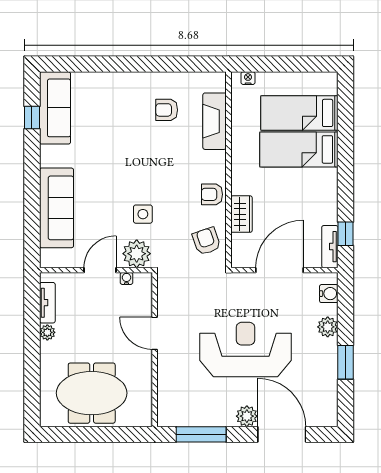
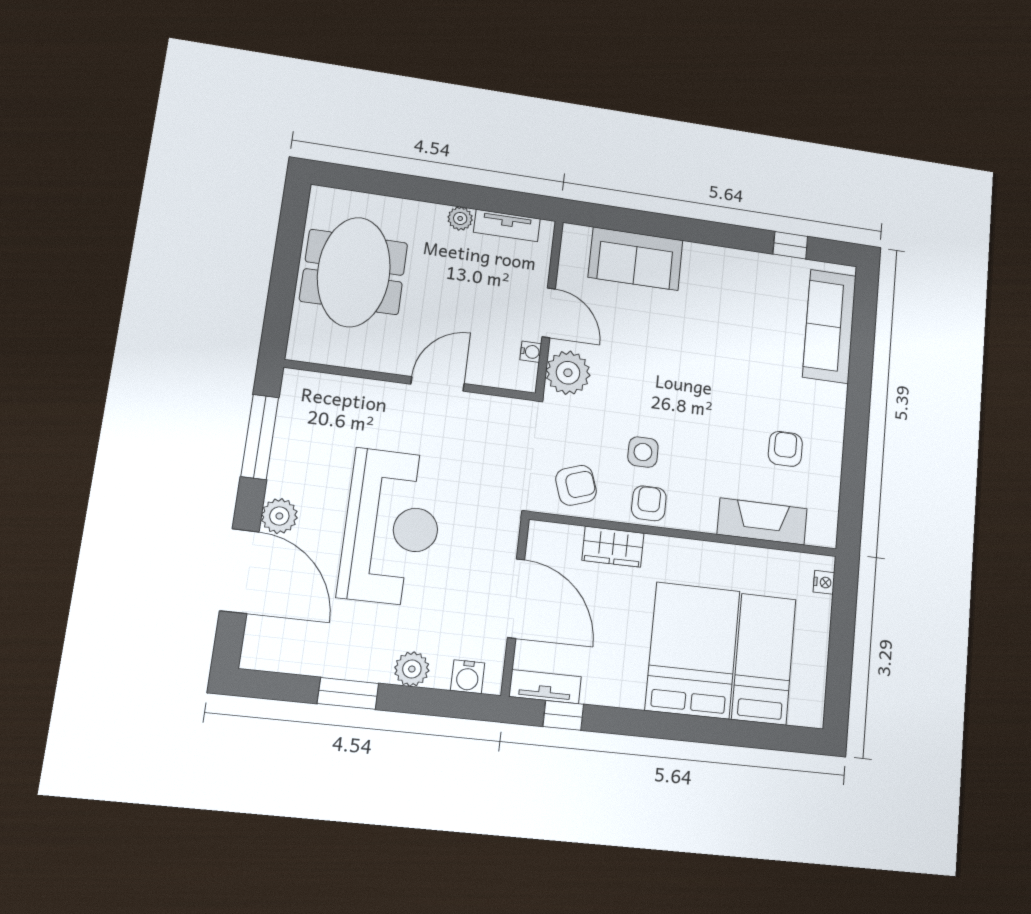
sofa: (55, 108) -> (829, 326), moved, turned 90
bed: (299, 149) -> (693, 650), width x1.50
sofa: (56, 208) -> (636, 259), width x0.73
side table: (143, 214) -> (643, 452), moved
door: (282, 434) -> (239, 571), hinge flipped

